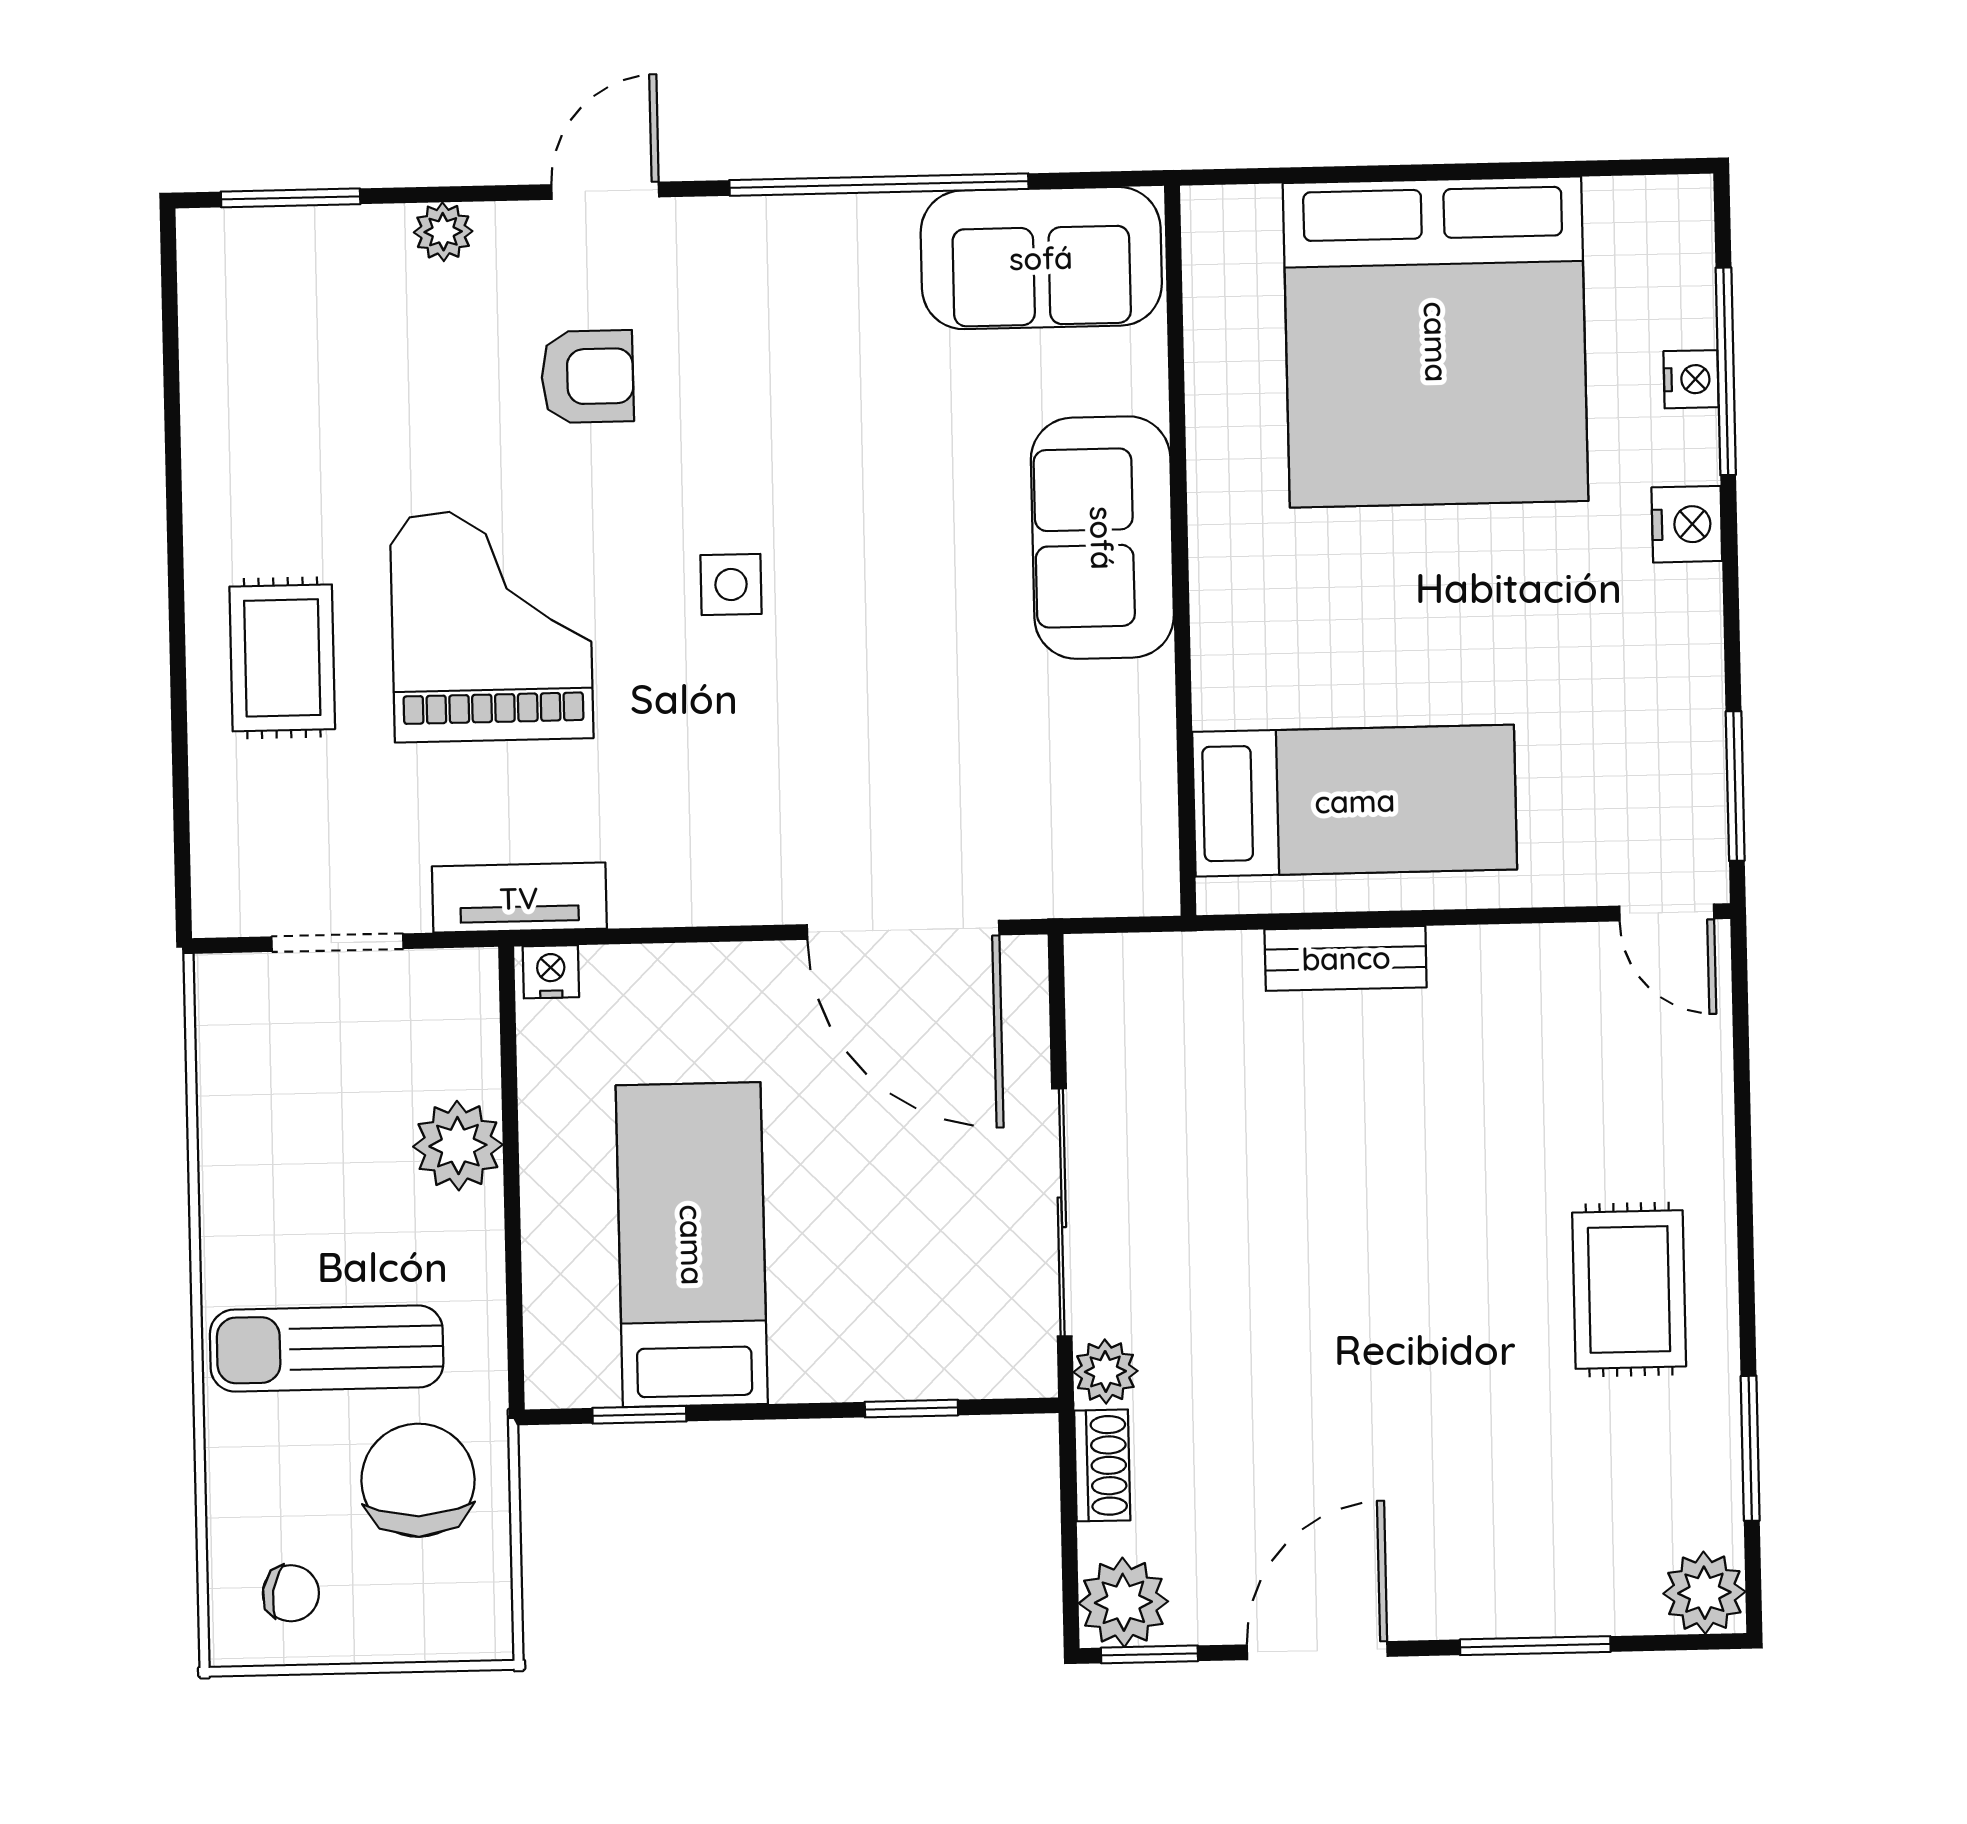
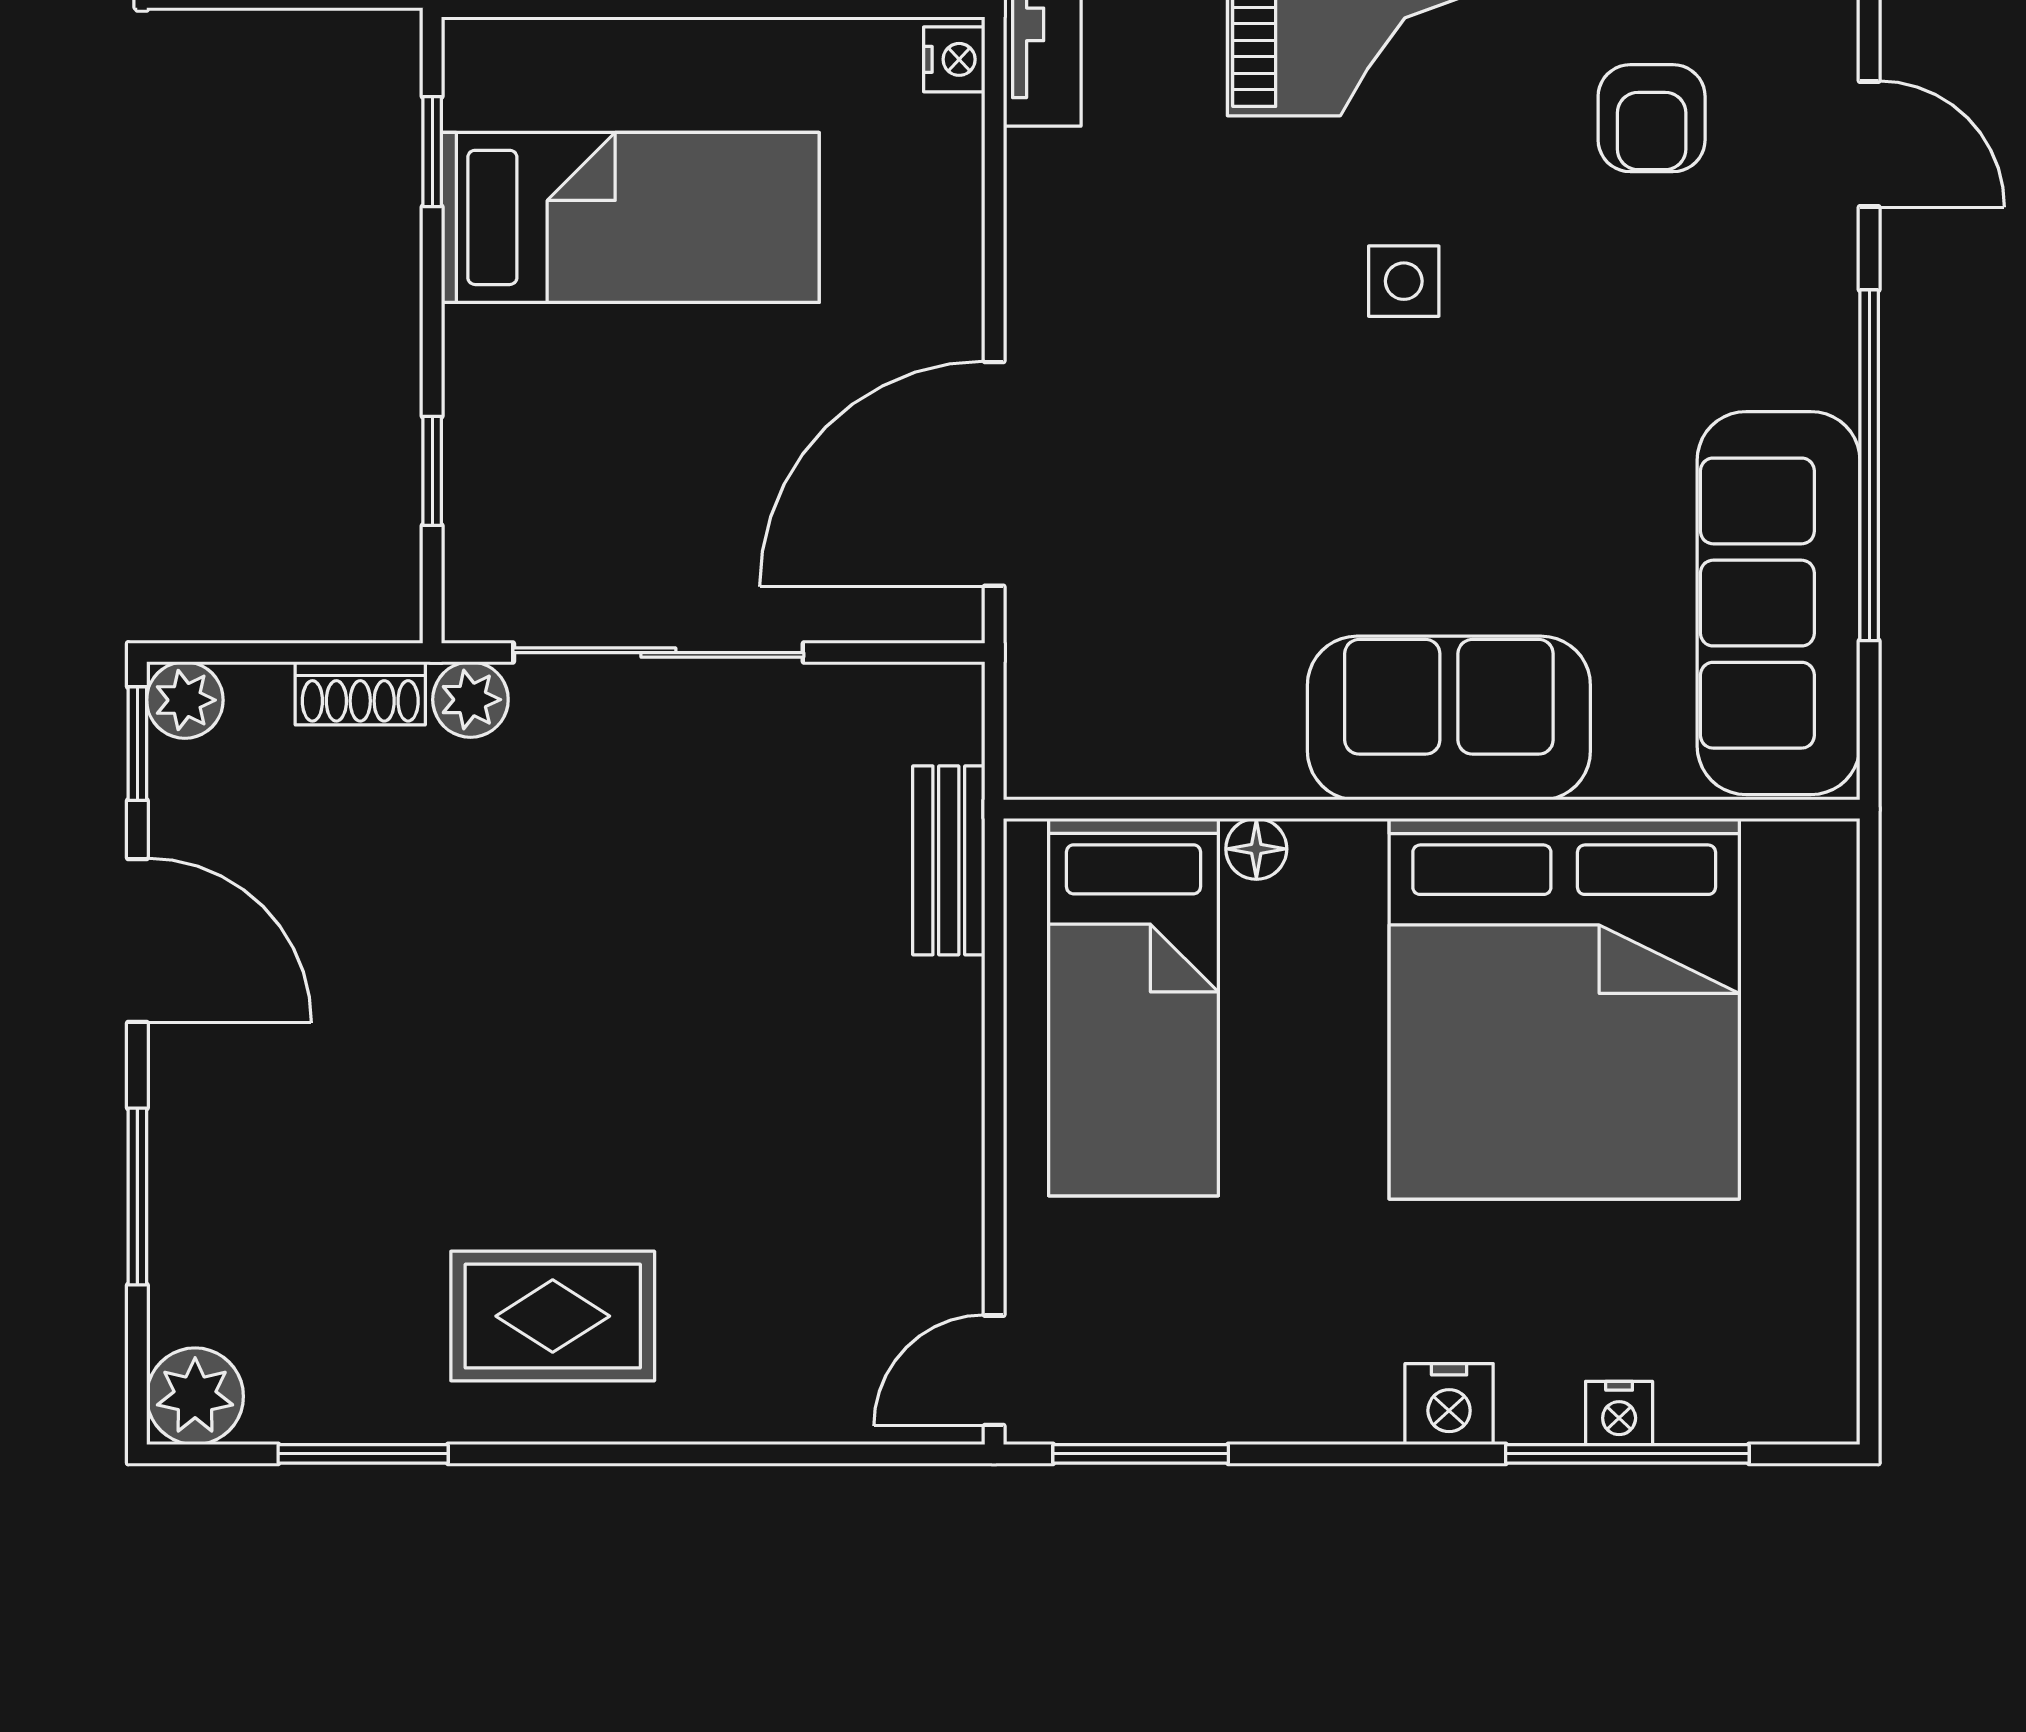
sofa: (1041, 258) -> (1779, 603), width x1.36
bed: (1436, 342) -> (1564, 1009), moved, turned -90
floor lamp: (1217, 699) -> (1256, 849), added
bench: (1346, 958) -> (949, 860), moved
plant: (1123, 1602) -> (185, 700), width x0.73, depth x0.73

